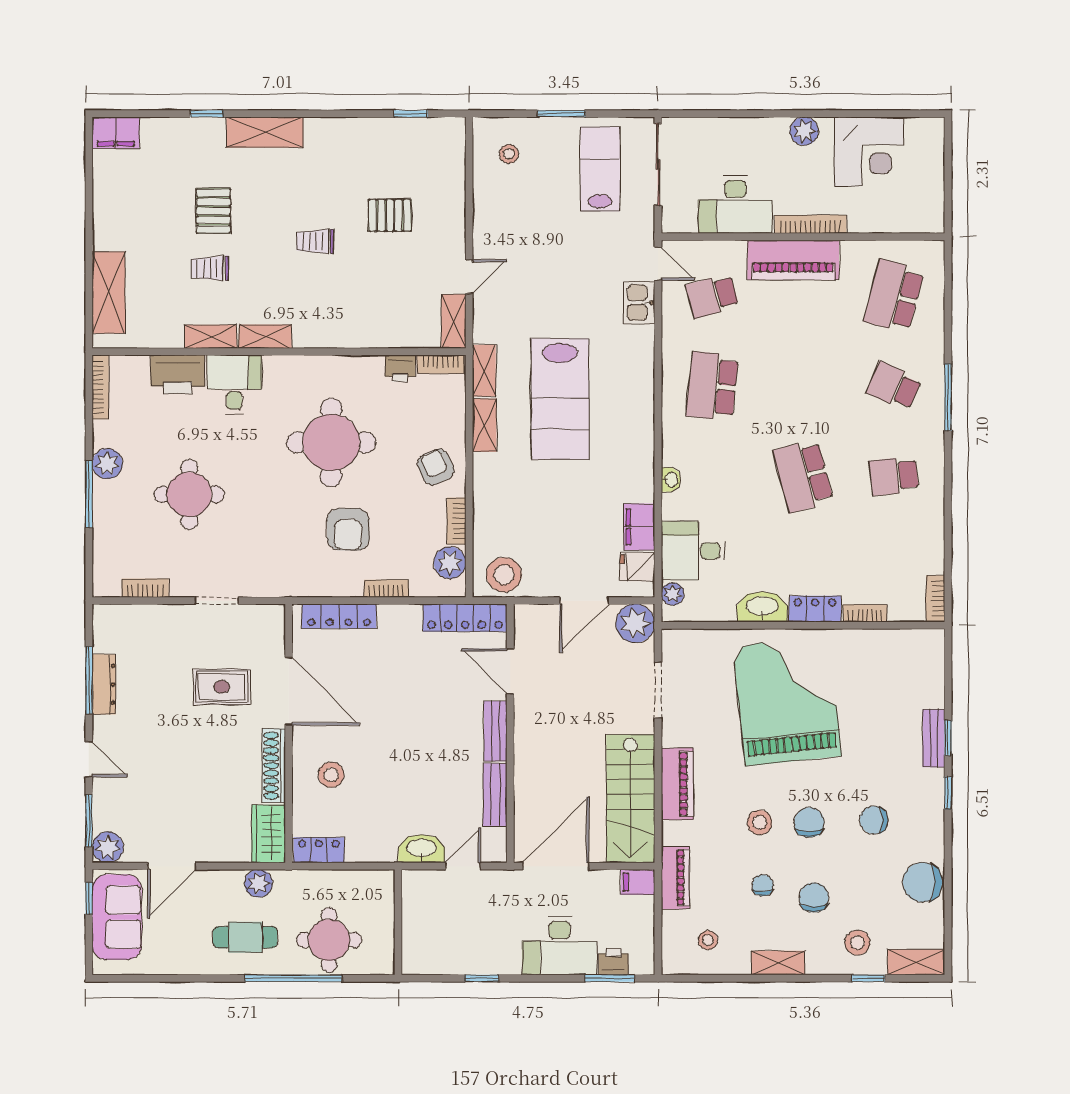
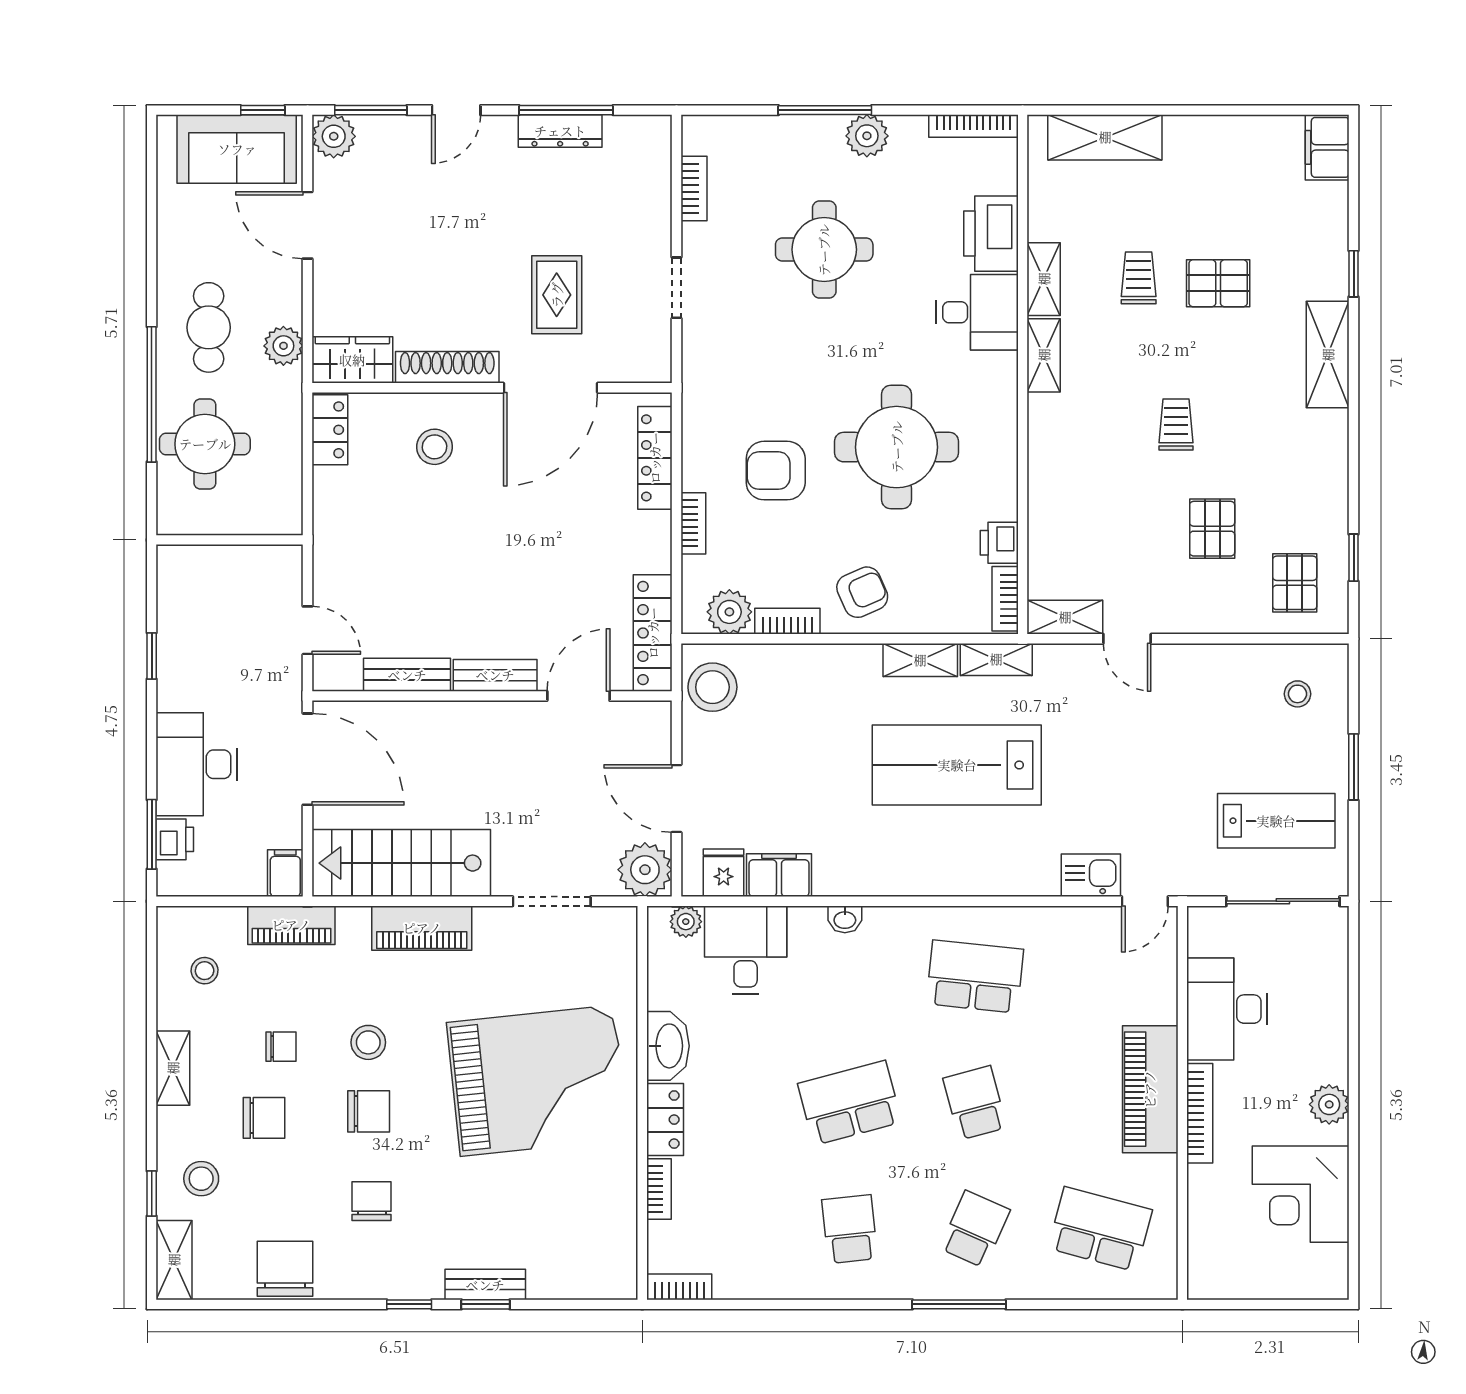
pallet: (429, 156) -> (1295, 583), added
school desk: (712, 296) -> (975, 1103), moved
washbasin: (421, 849) -> (332, 572), removed

